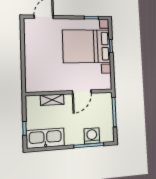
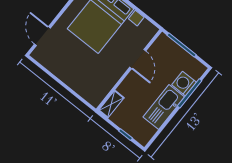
shelving: (52, 100) -> (111, 104), moved
kitchen sink: (45, 138) -> (164, 107), moved

